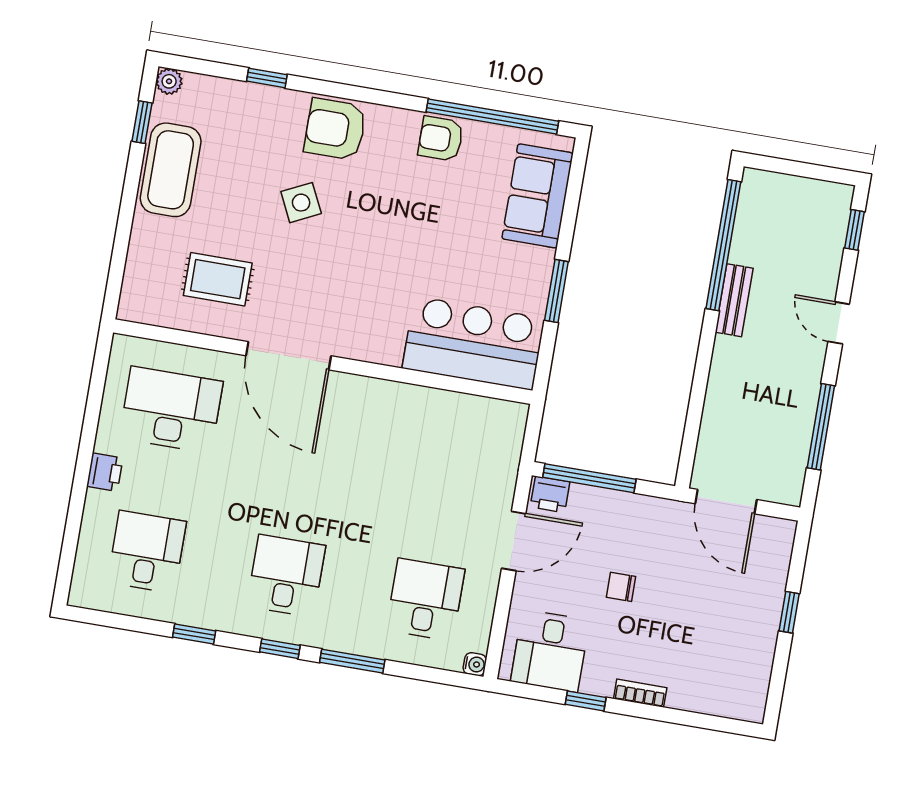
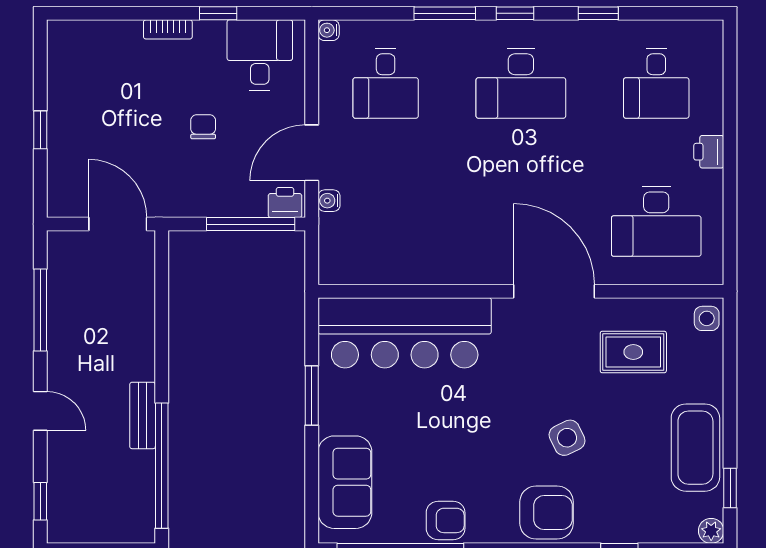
side table: (136, 301) -> (707, 318), added
bar counter: (473, 343) -> (405, 333), width x1.36
water cooler: (504, 489) -> (329, 201), added
desk: (286, 576) -> (521, 83), width x1.37
chair: (621, 587) -> (203, 127), turned -90

